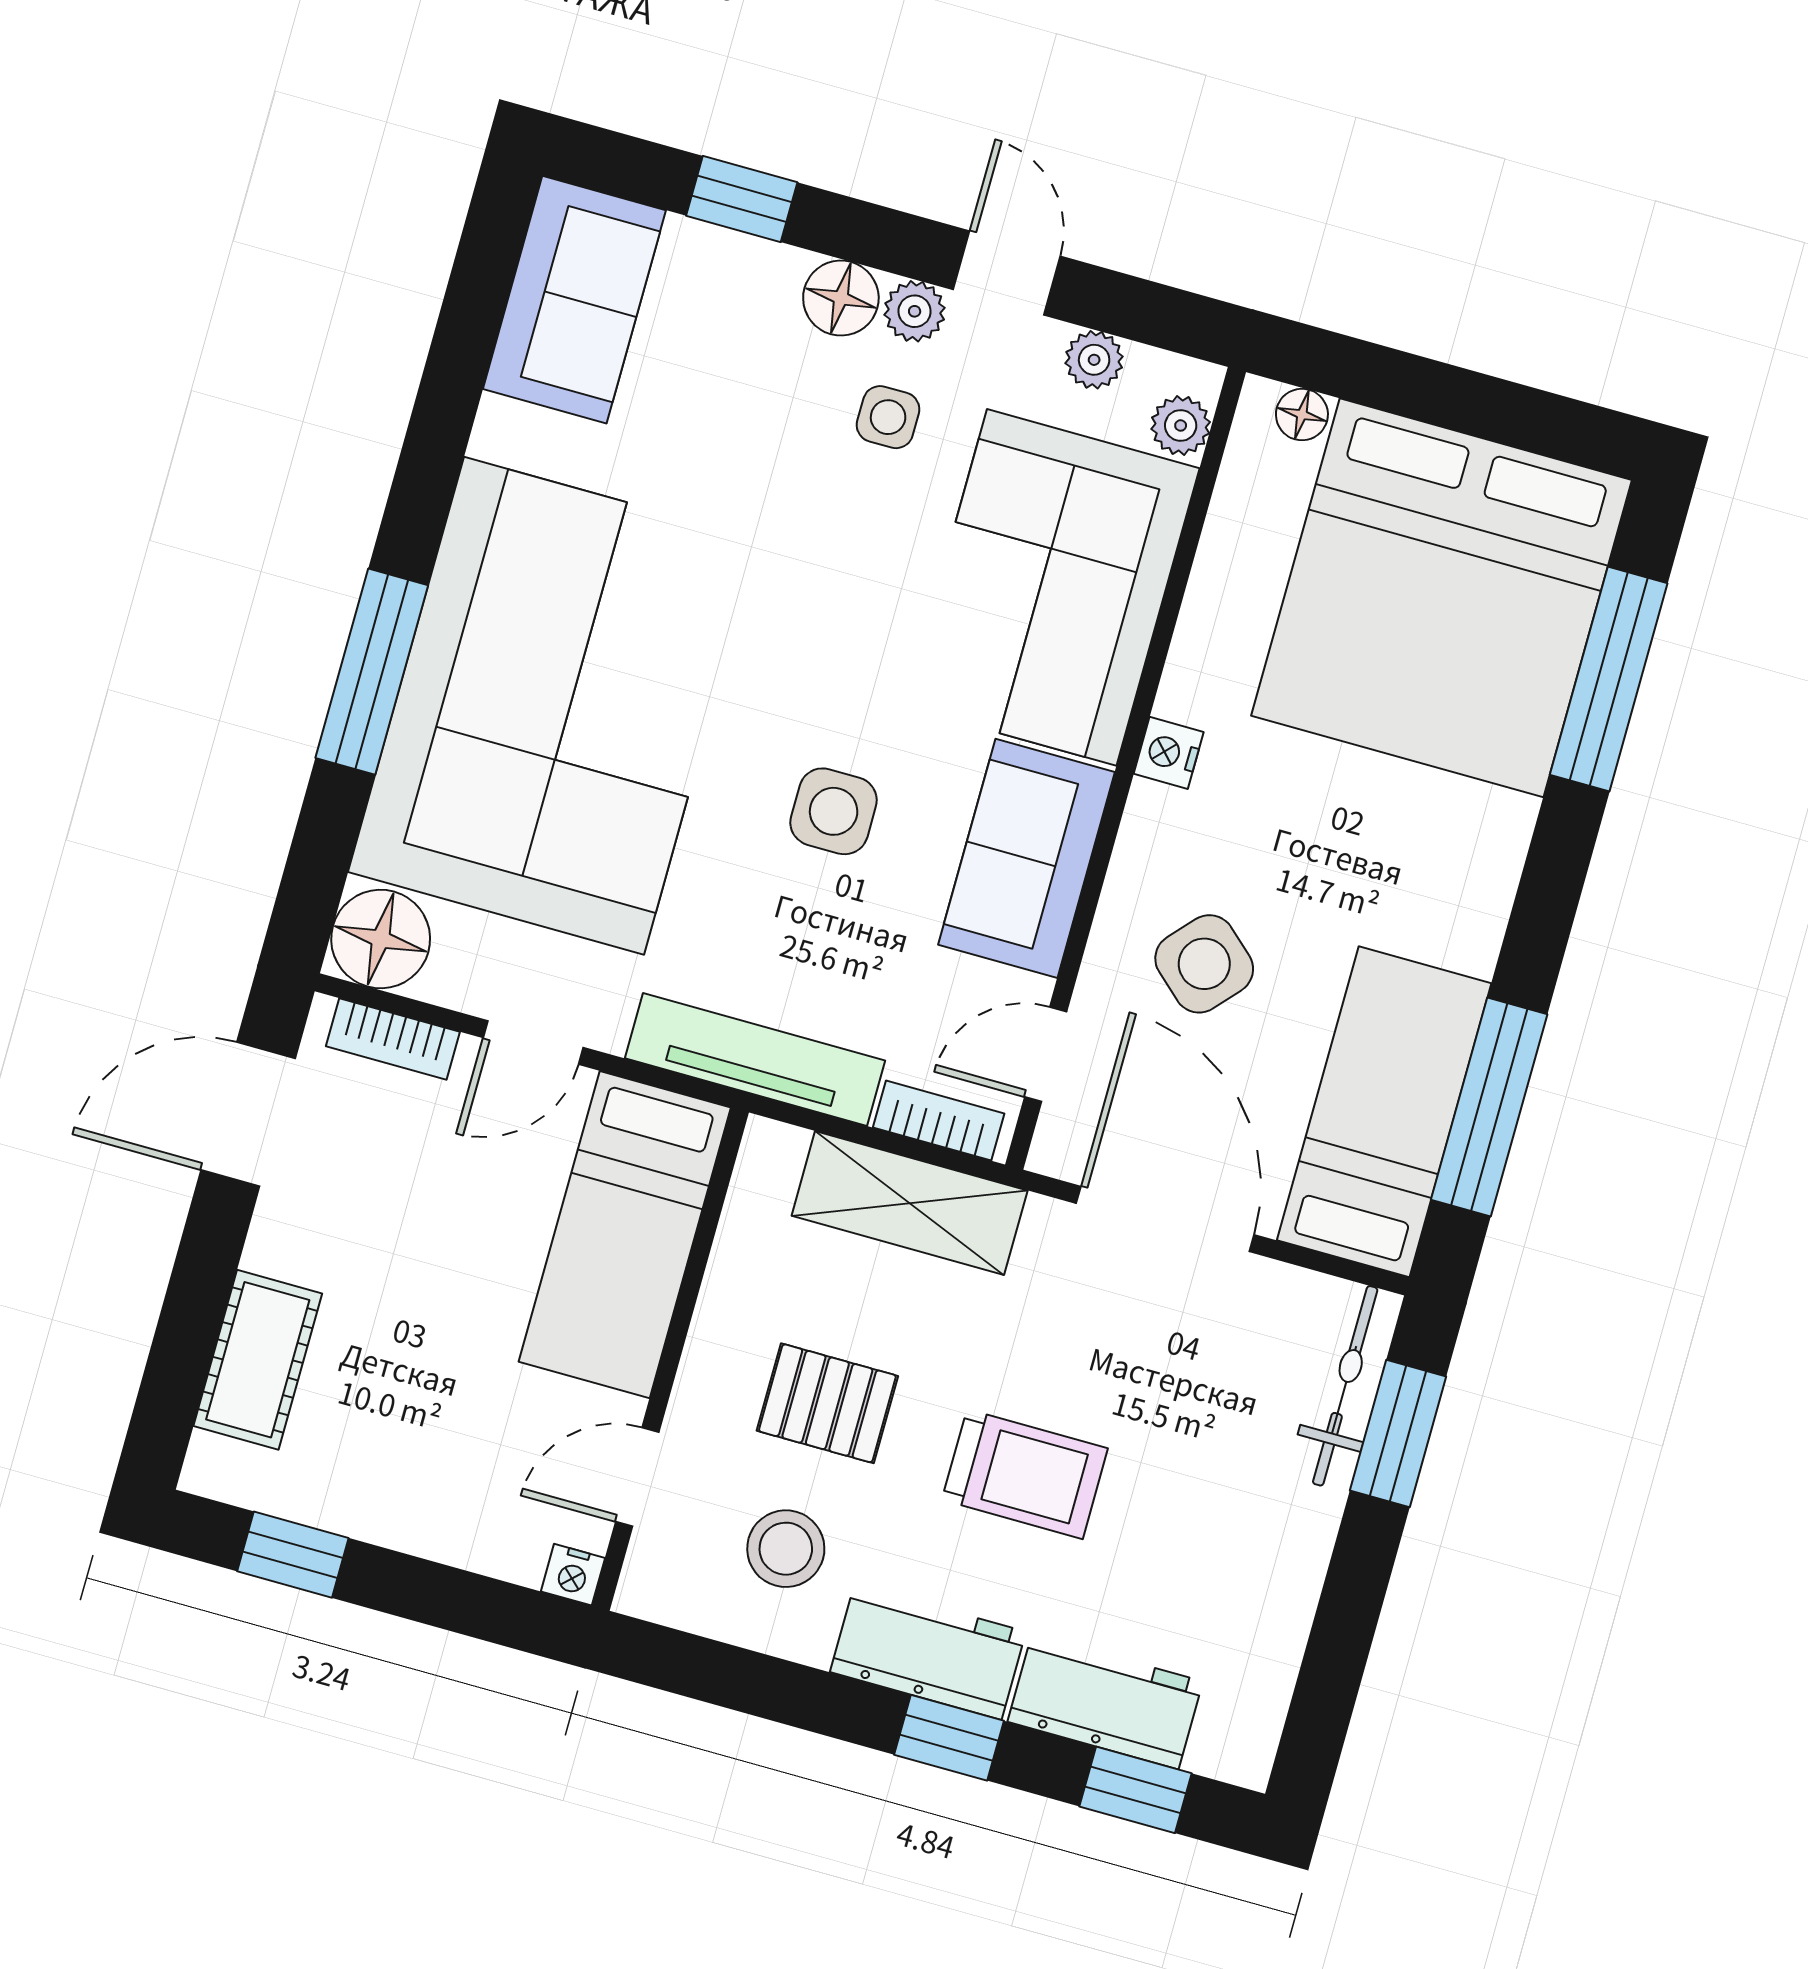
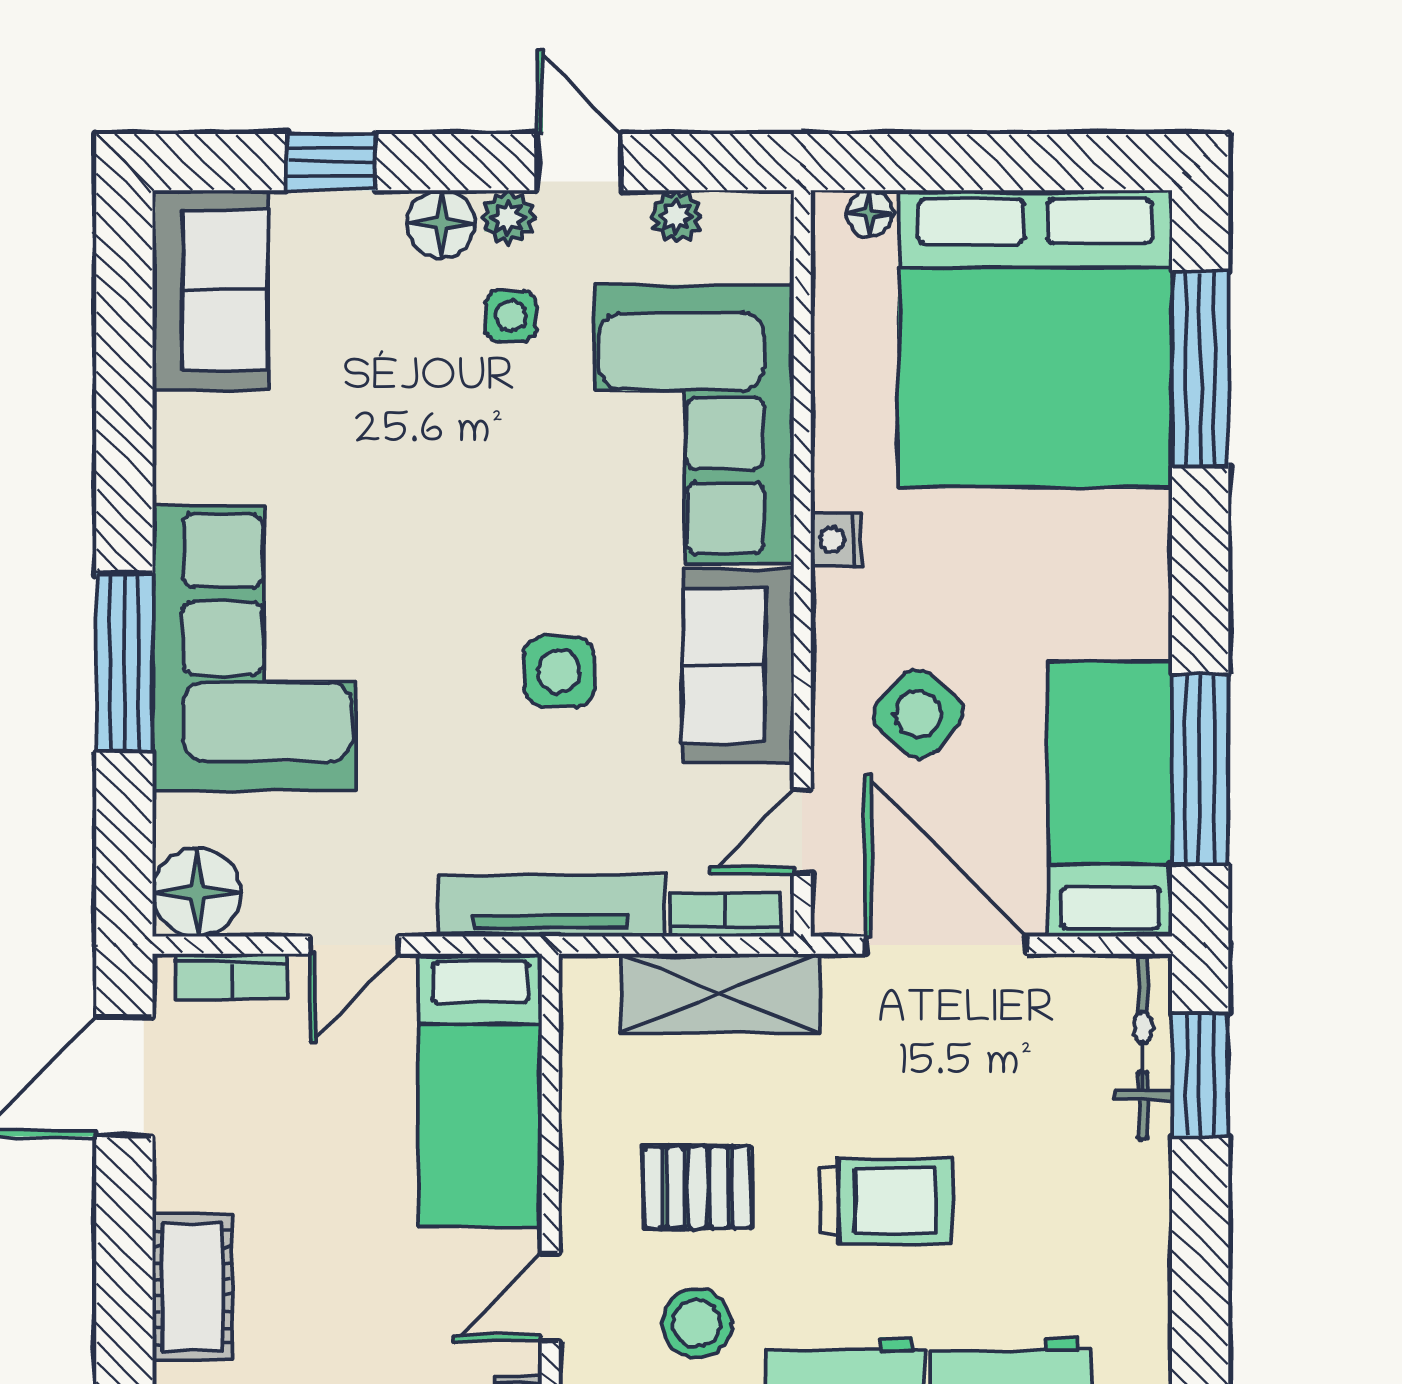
plant: (1181, 425) -> (767, 252), removed
corner sofa: (554, 706) -> (254, 648), width x0.73, depth x0.74

